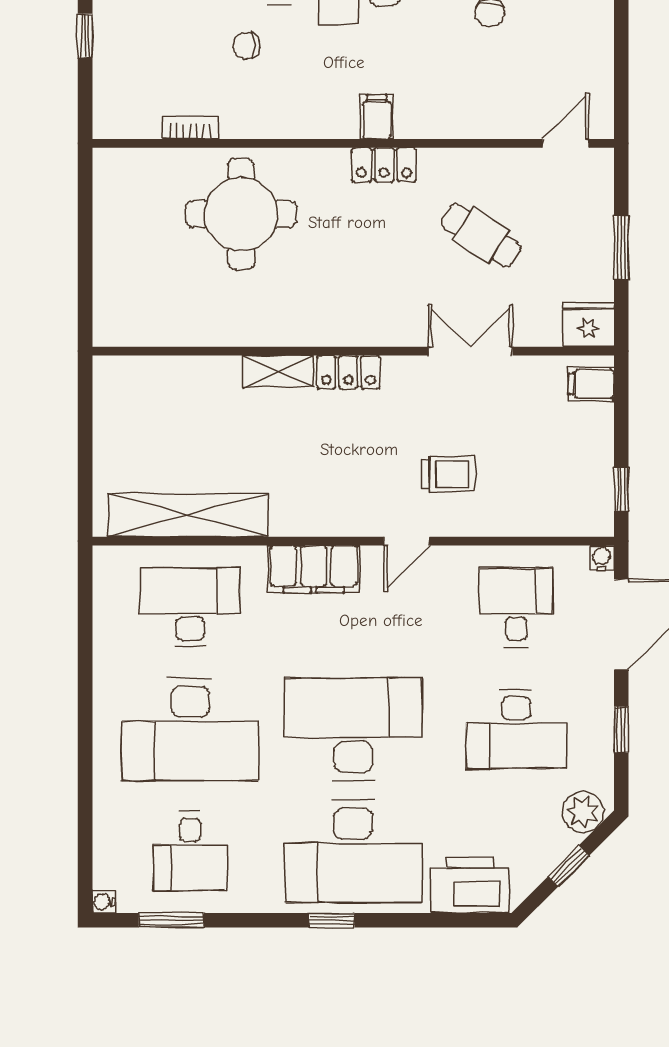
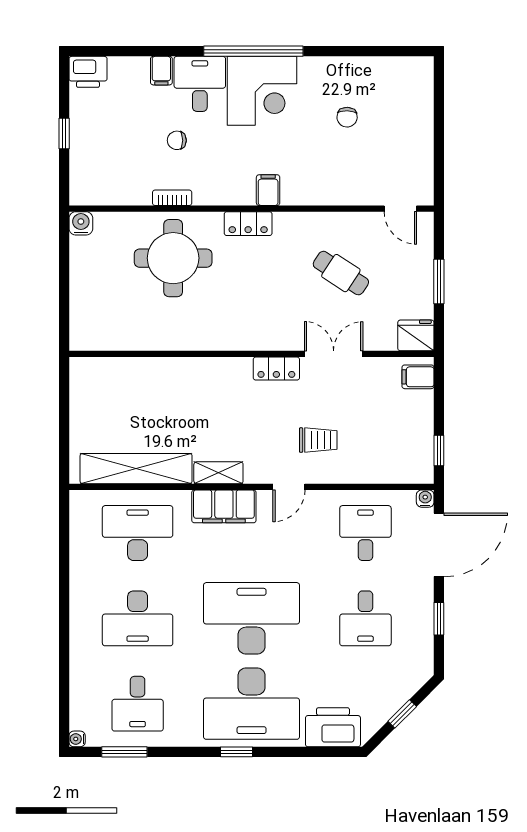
bookcase: (190, 128) -> (172, 198), moved
door: (566, 143) -> (400, 209), swing flipped
water cooler: (109, 165) -> (81, 223), added
locker: (384, 165) -> (248, 224), moved
shelving: (278, 371) -> (218, 473), moved
locker: (348, 372) -> (276, 369), moved
desk: (190, 729) -> (138, 618), width x0.73, depth x0.77
desk: (516, 729) -> (365, 618), width x0.73
plant: (583, 812) -> (412, 676), removed

